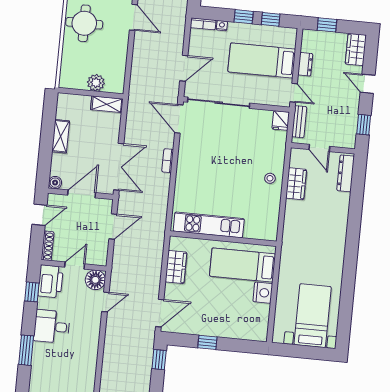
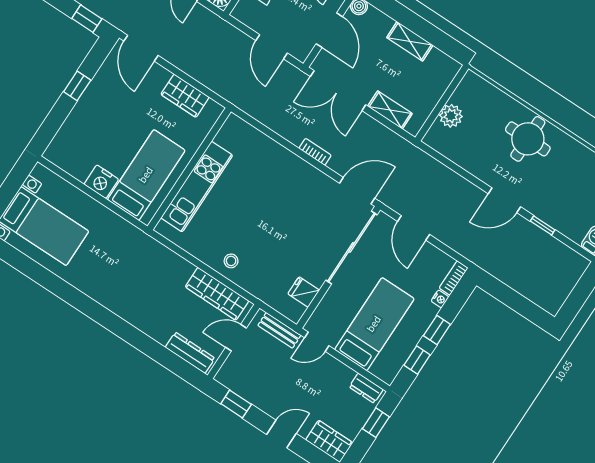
dresser: (305, 64) -> (366, 388), moved
shelving: (107, 104) -> (390, 110), moved, turned 90
fridge: (281, 121) -> (304, 292), moved
wardrobe: (296, 184) -> (217, 294), width x1.50
kitchen unit: (209, 225) -> (197, 187), moved

